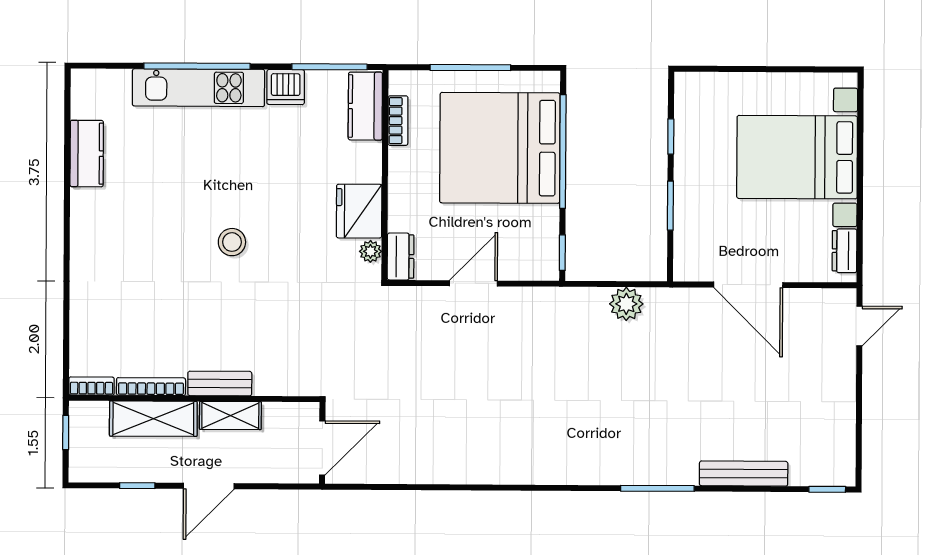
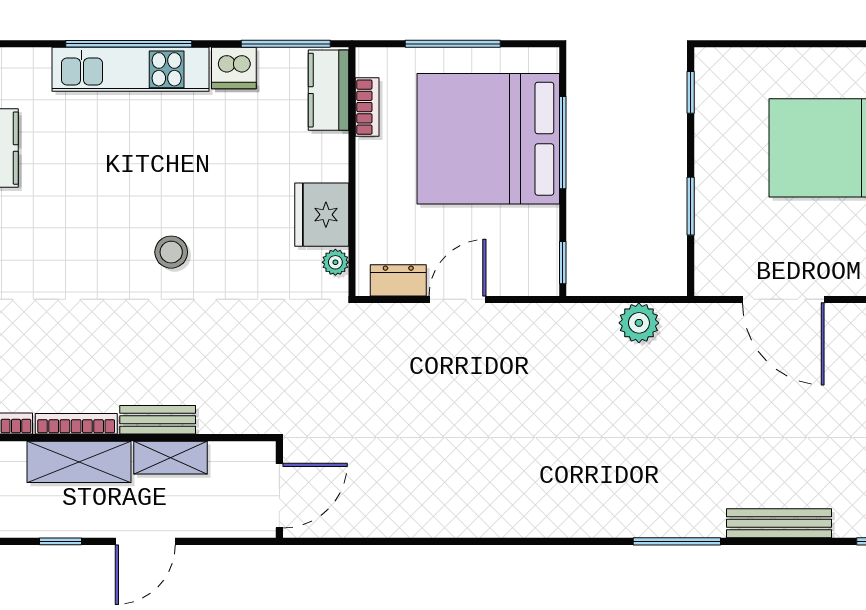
window: (671, 136) -> (691, 92), moved
window: (563, 151) -> (563, 143), width x0.68
dresser: (401, 257) -> (398, 280), moved, turned -90

